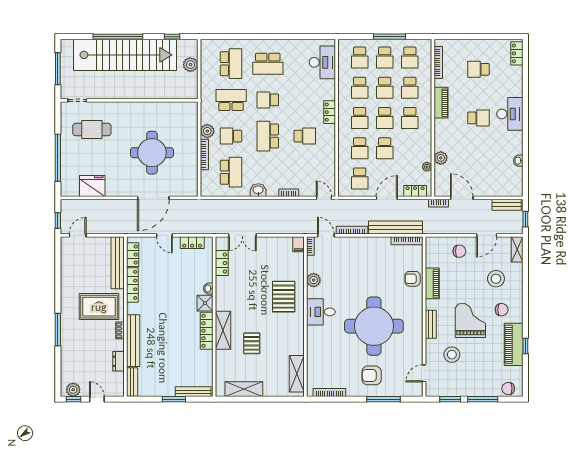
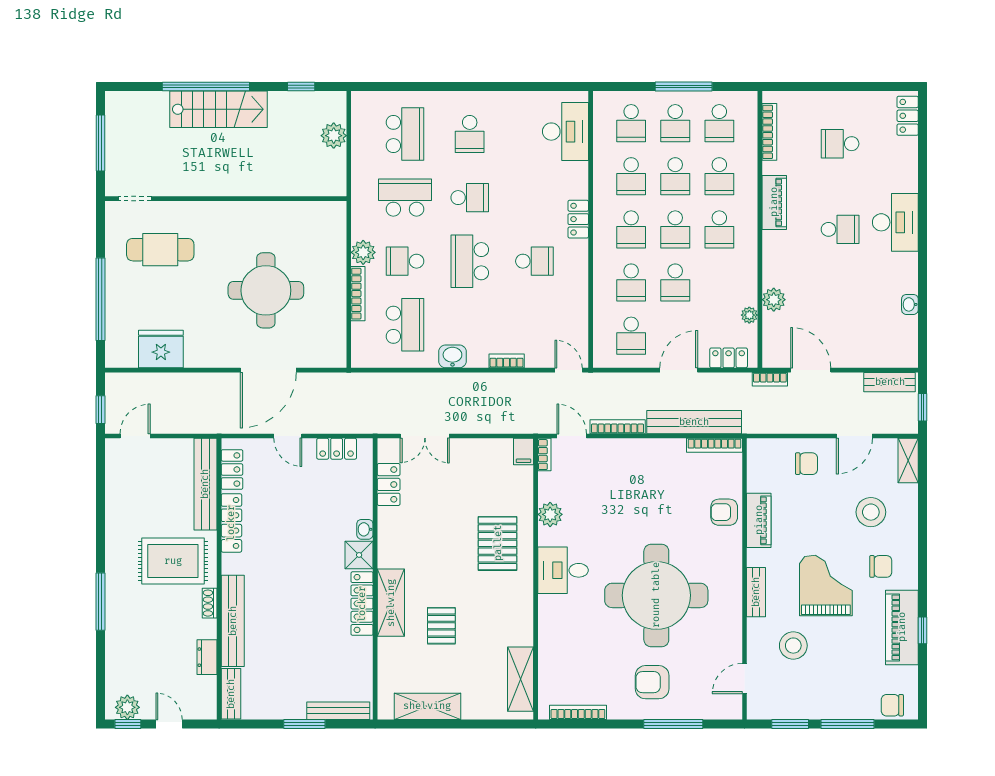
stairs: (125, 55) -> (219, 109), width x0.54, depth x0.66
school desk: (268, 64) -> (470, 134), width x0.54
school desk: (268, 100) -> (470, 198), turned 180

